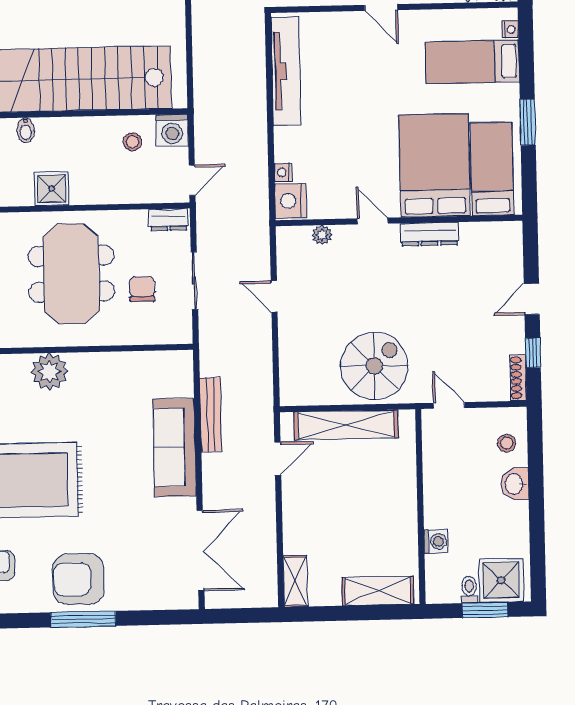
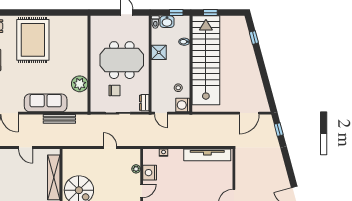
nightstand: (291, 201) -> (150, 173), moved, turned -90
door: (274, 296) -> (110, 148), hinge flipped
plant: (49, 372) -> (80, 84), moved
door: (278, 459) -> (26, 148), moved

